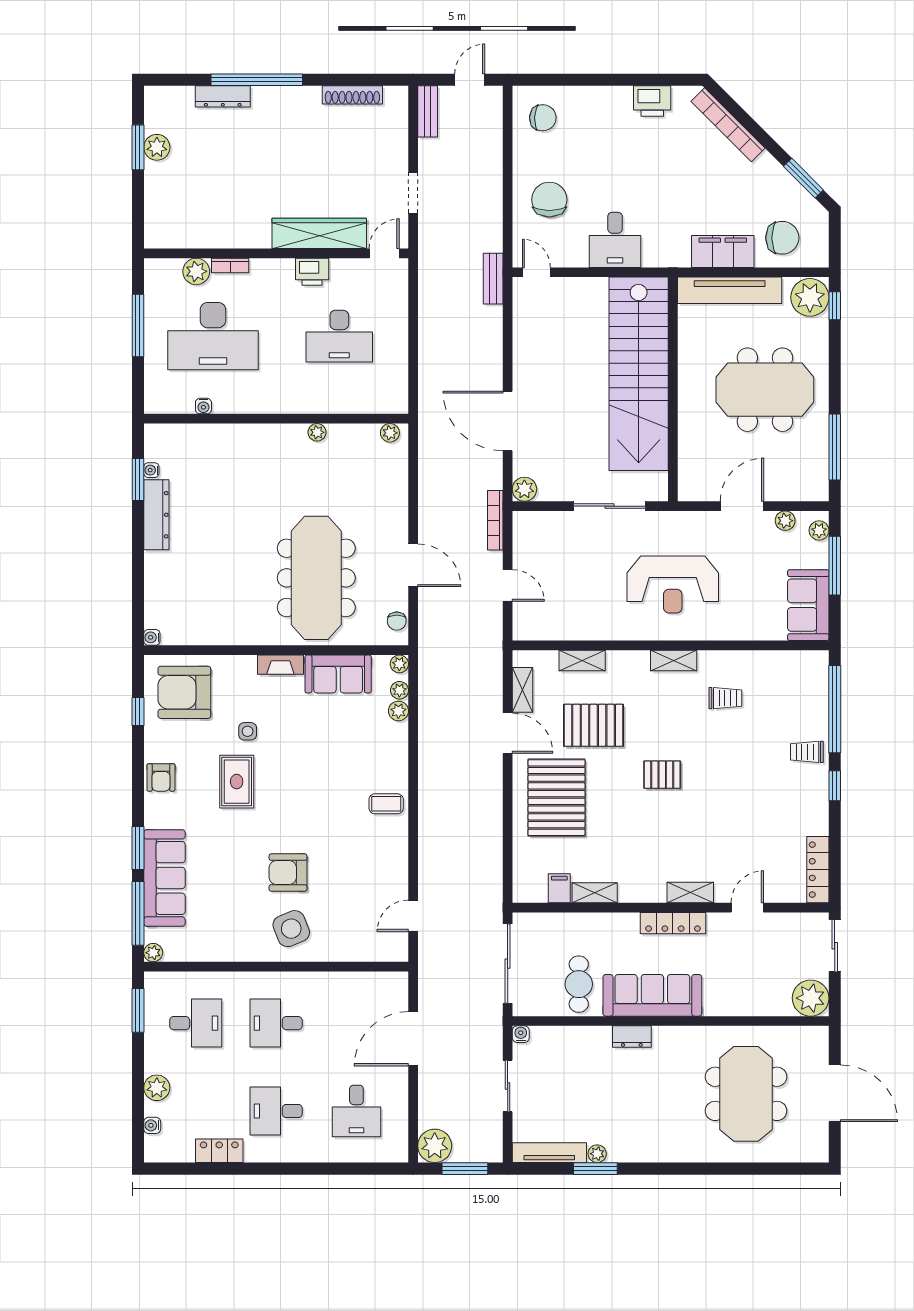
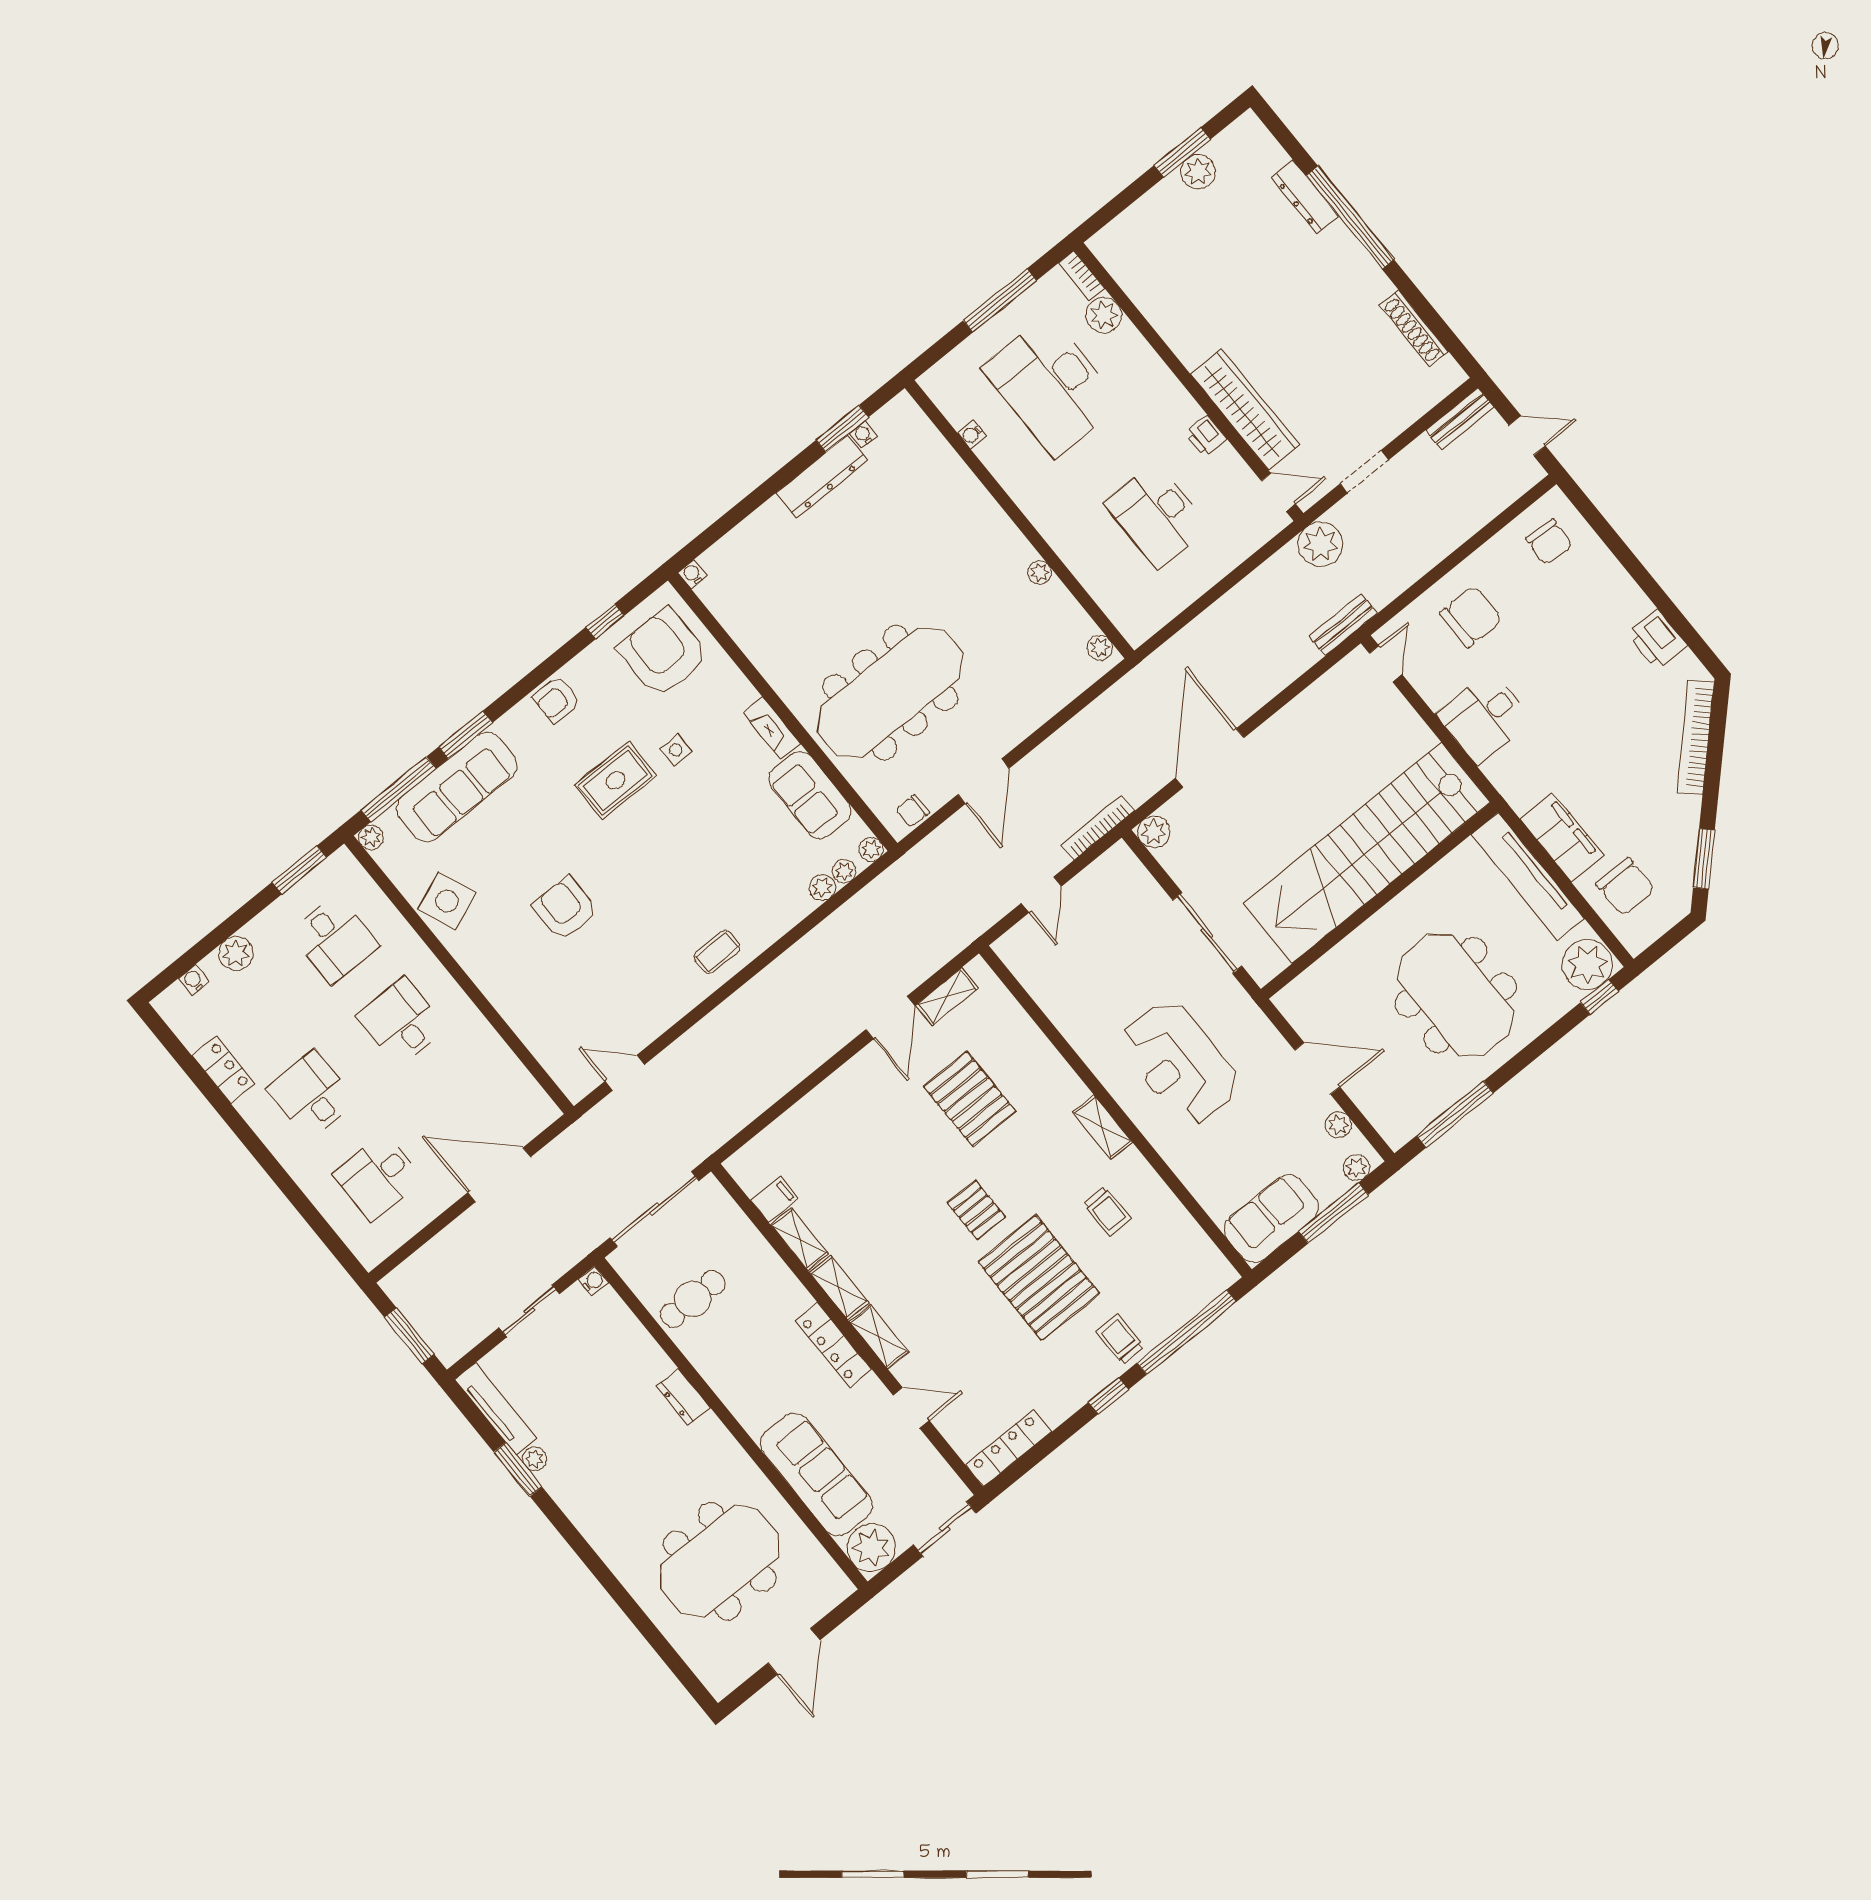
bookcase: (230, 266) -> (1082, 276), moved
printer: (312, 272) -> (1206, 436), width x0.73, depth x0.81
shelving: (582, 661) -> (839, 1288), moved
pallet: (557, 798) -> (1039, 1278), moved, turned 90
coffee table: (386, 804) -> (717, 952), turned 90
side table: (291, 929) -> (447, 901), moved
sofa: (652, 995) -> (816, 1475), moved
door: (835, 1093) -> (794, 1652), width x0.73
plant: (435, 1146) -> (1320, 544), moved

